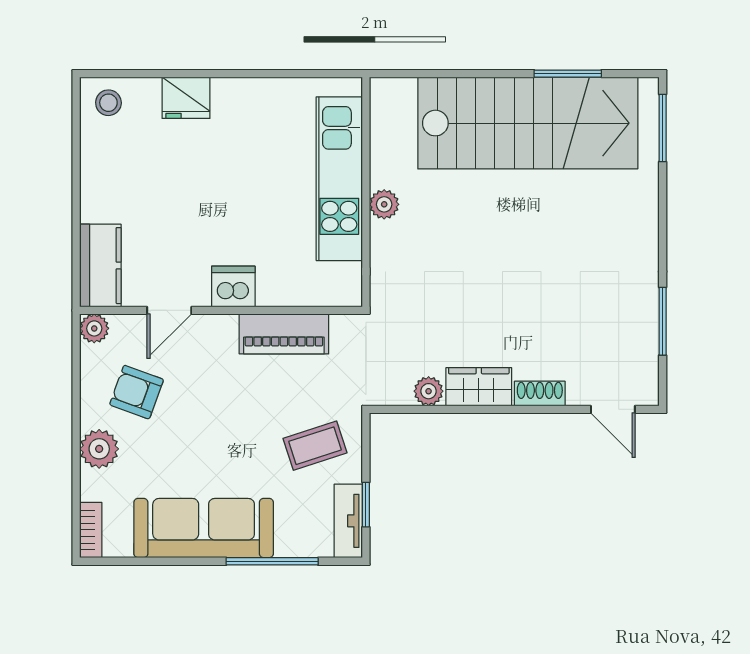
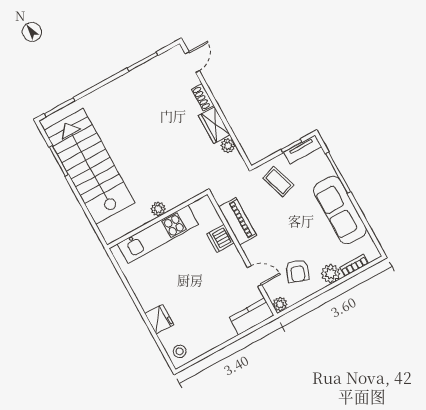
dishwasher: (233, 287) -> (220, 238), moved
bookcase: (91, 530) -> (354, 265), moved

